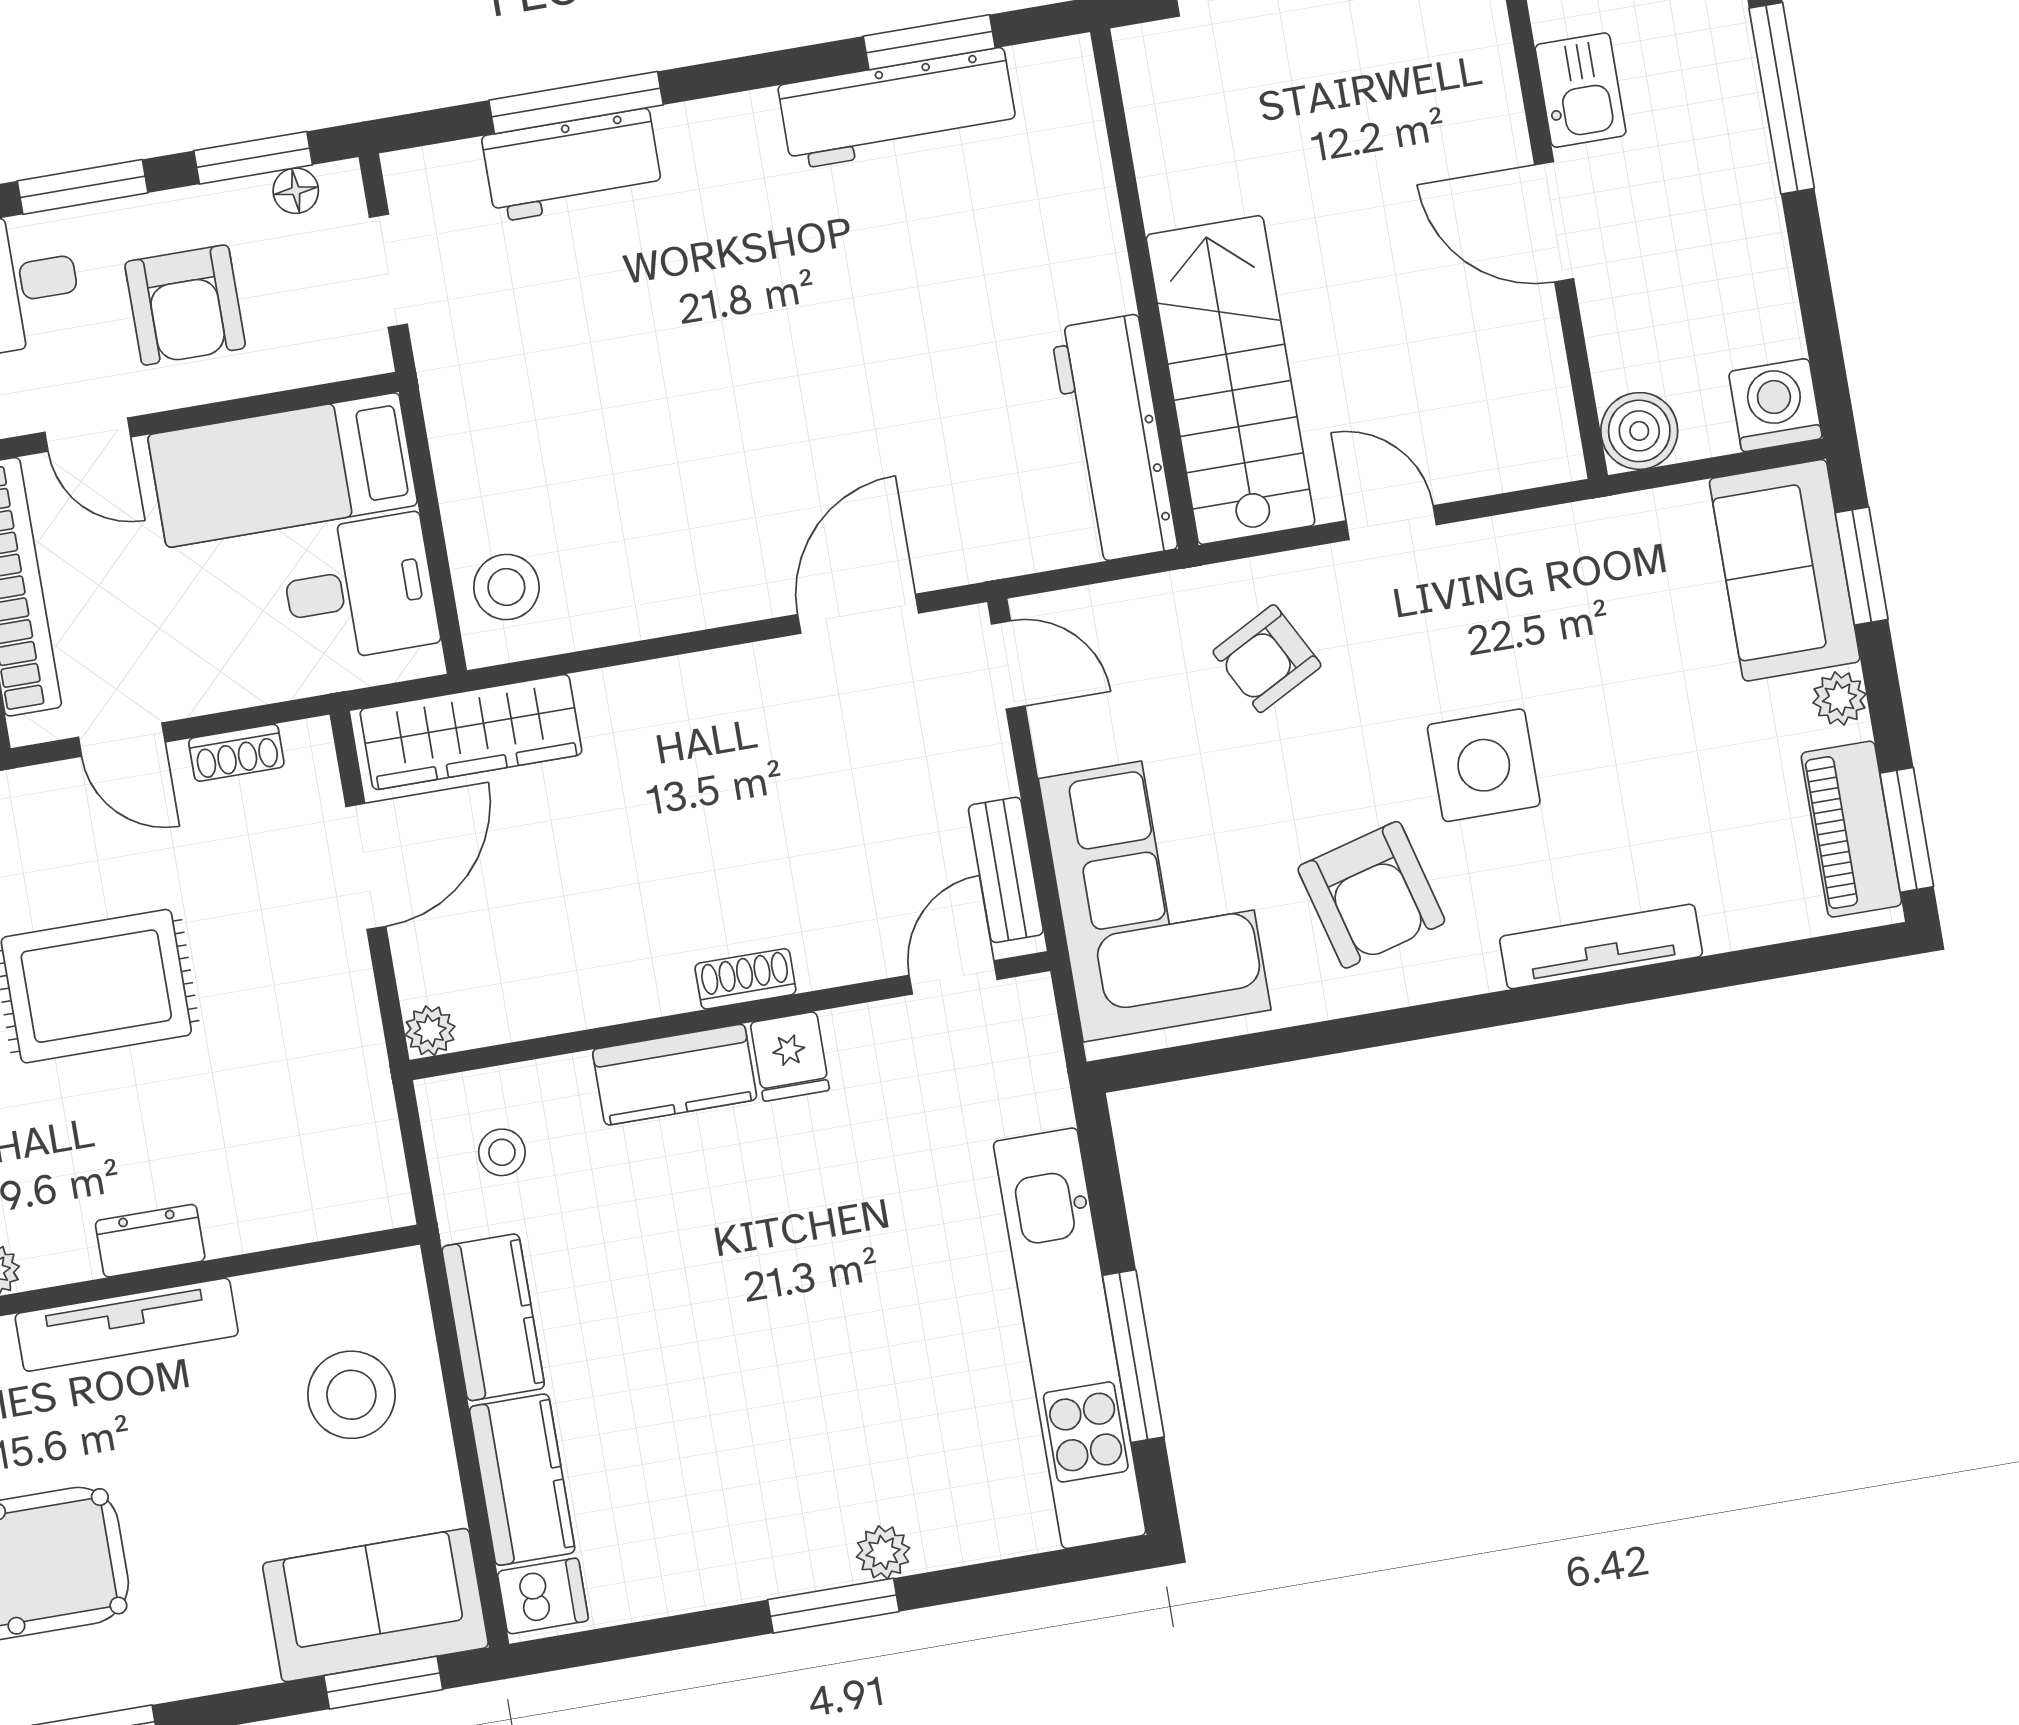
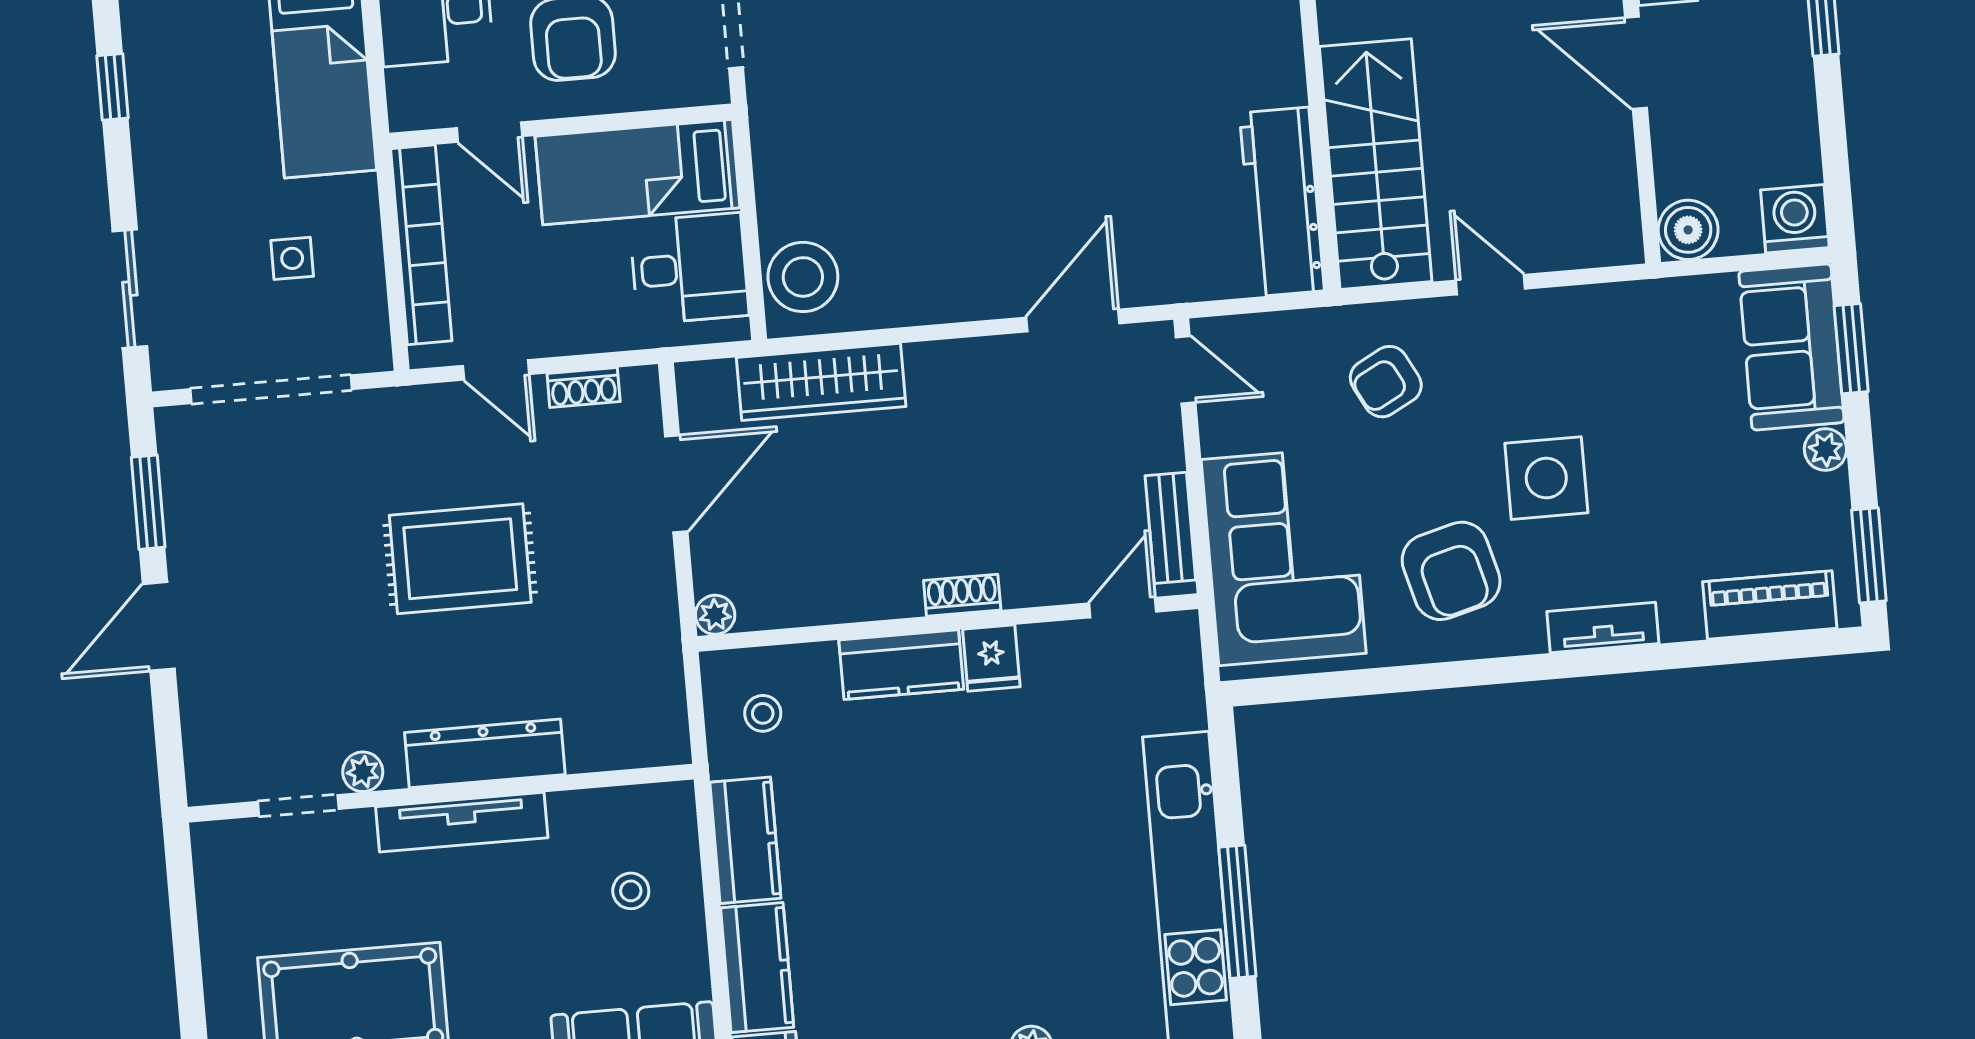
stool: (506, 587) -> (803, 277), width x1.38, depth x1.38
wardrobe: (471, 732) -> (821, 382), moved
piano: (1851, 829) -> (1770, 605), moved, turned 90
tv unit: (1601, 946) -> (1603, 628), width x0.71
dresser: (150, 1241) -> (485, 753), width x1.96, depth x1.24
stool: (351, 1395) -> (631, 891), width x0.53, depth x0.53

